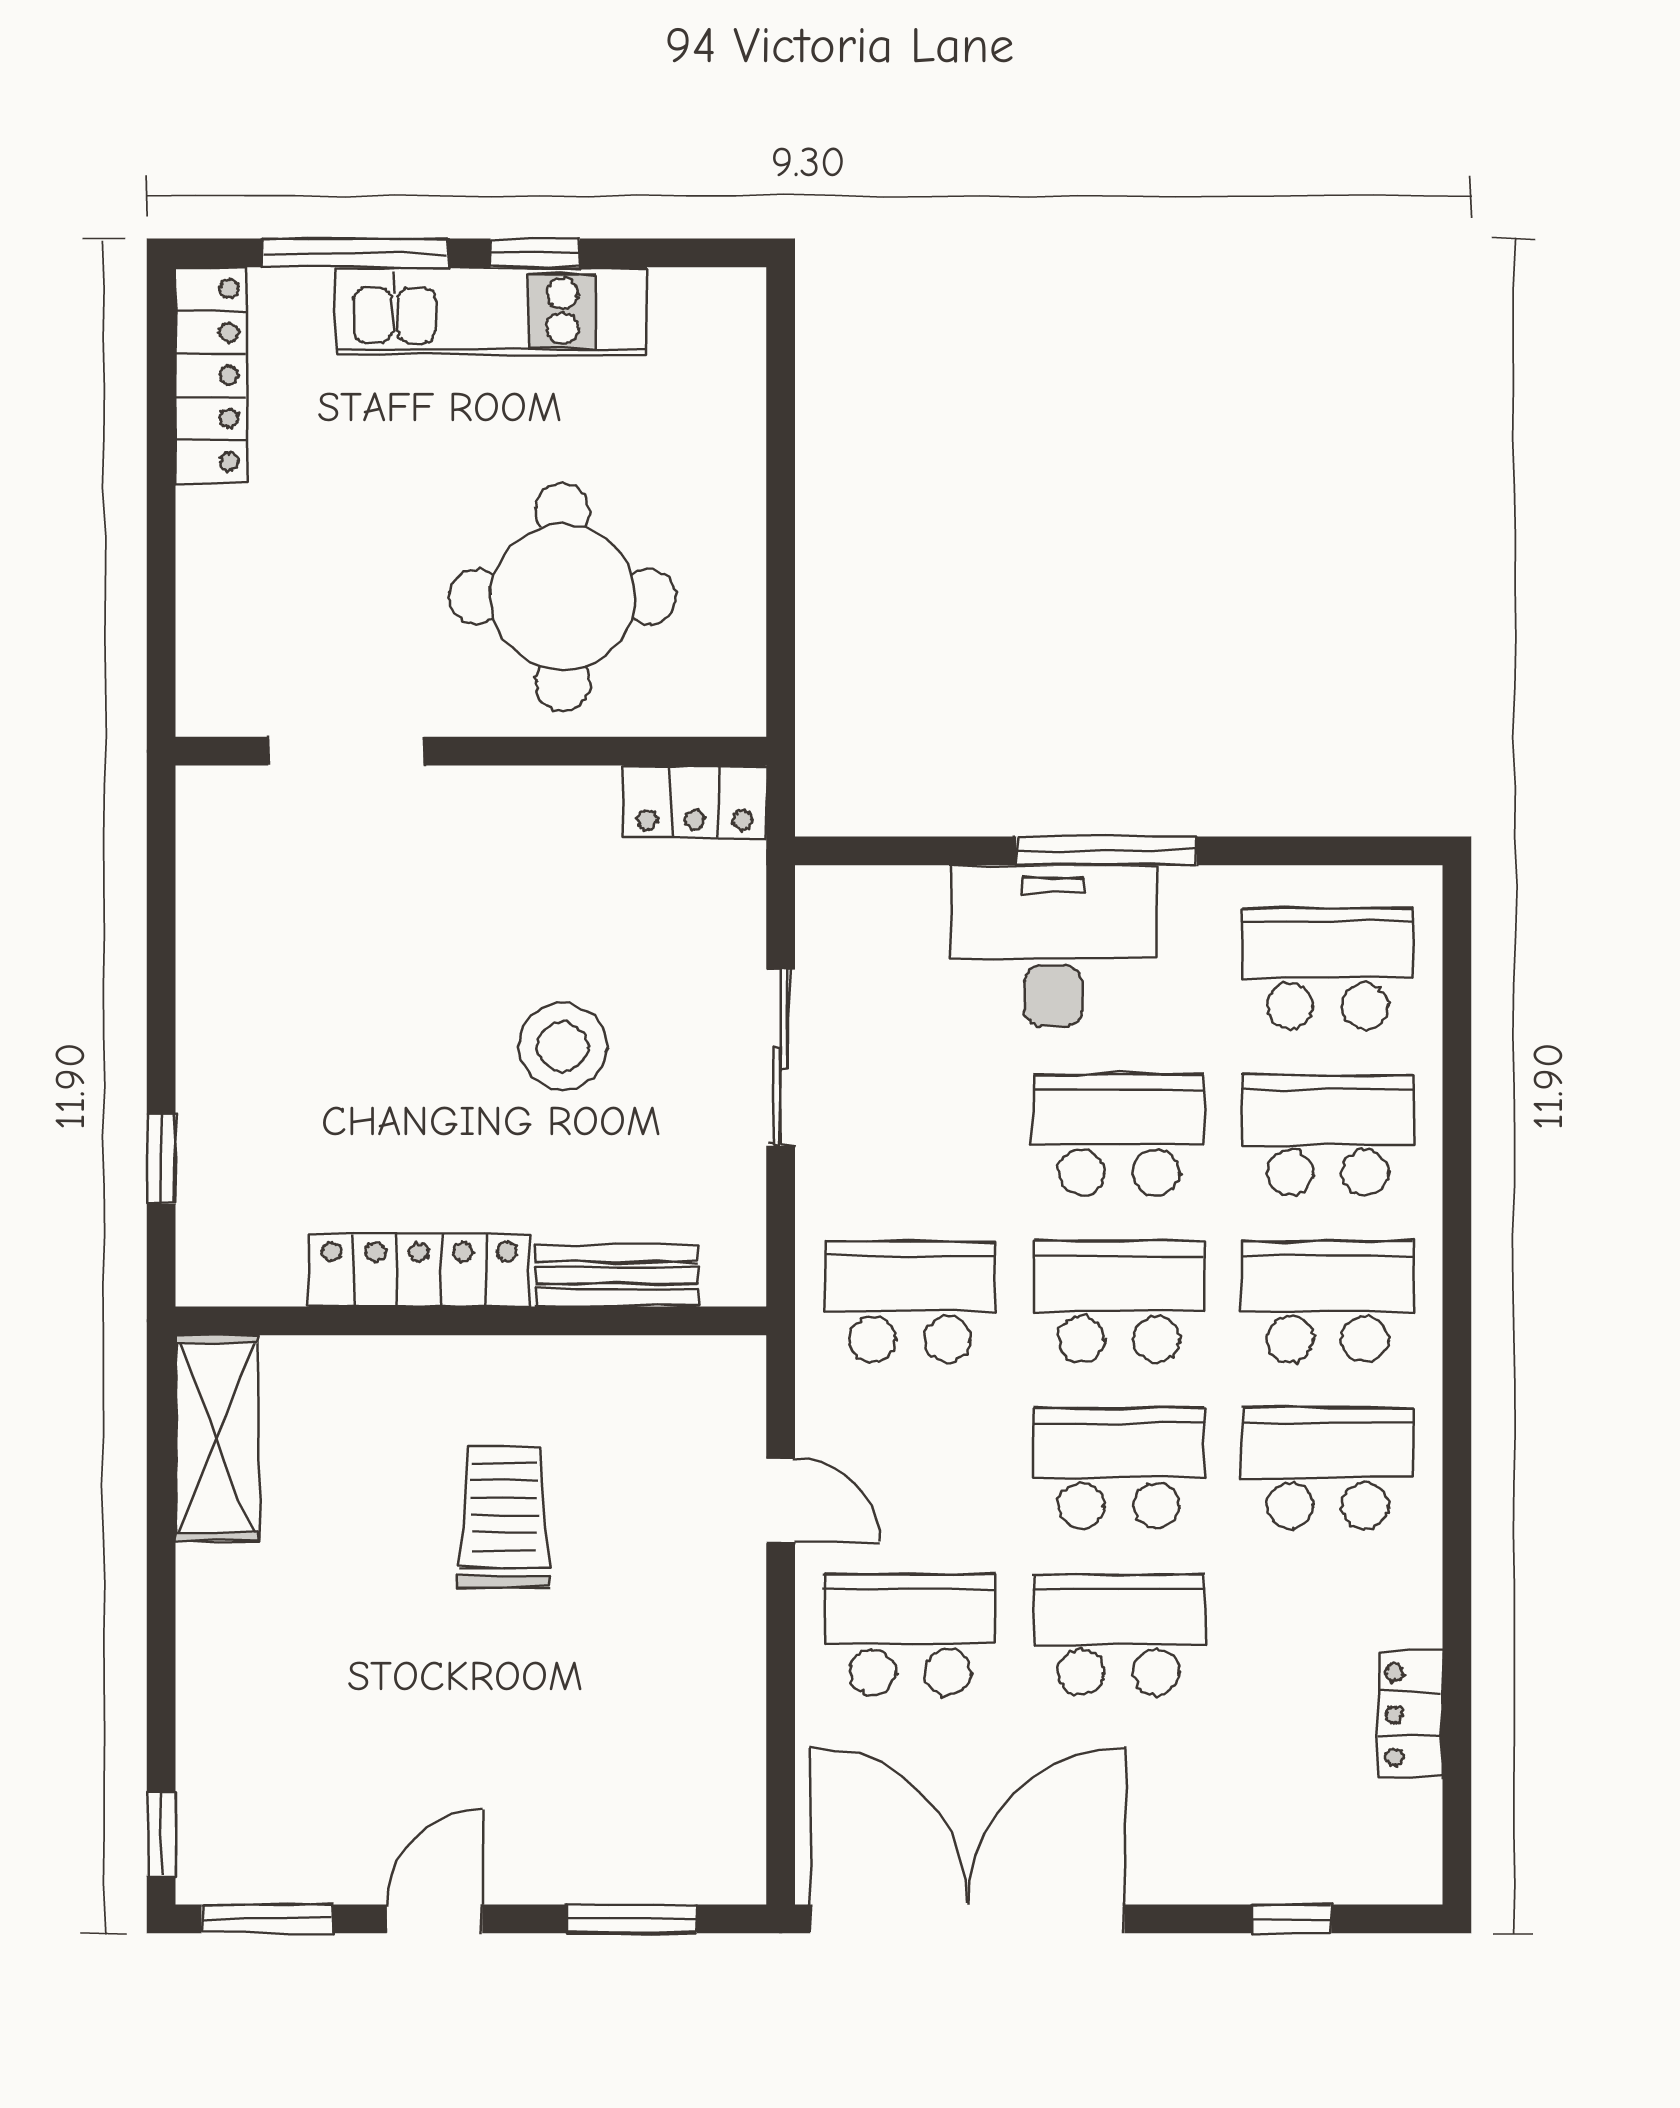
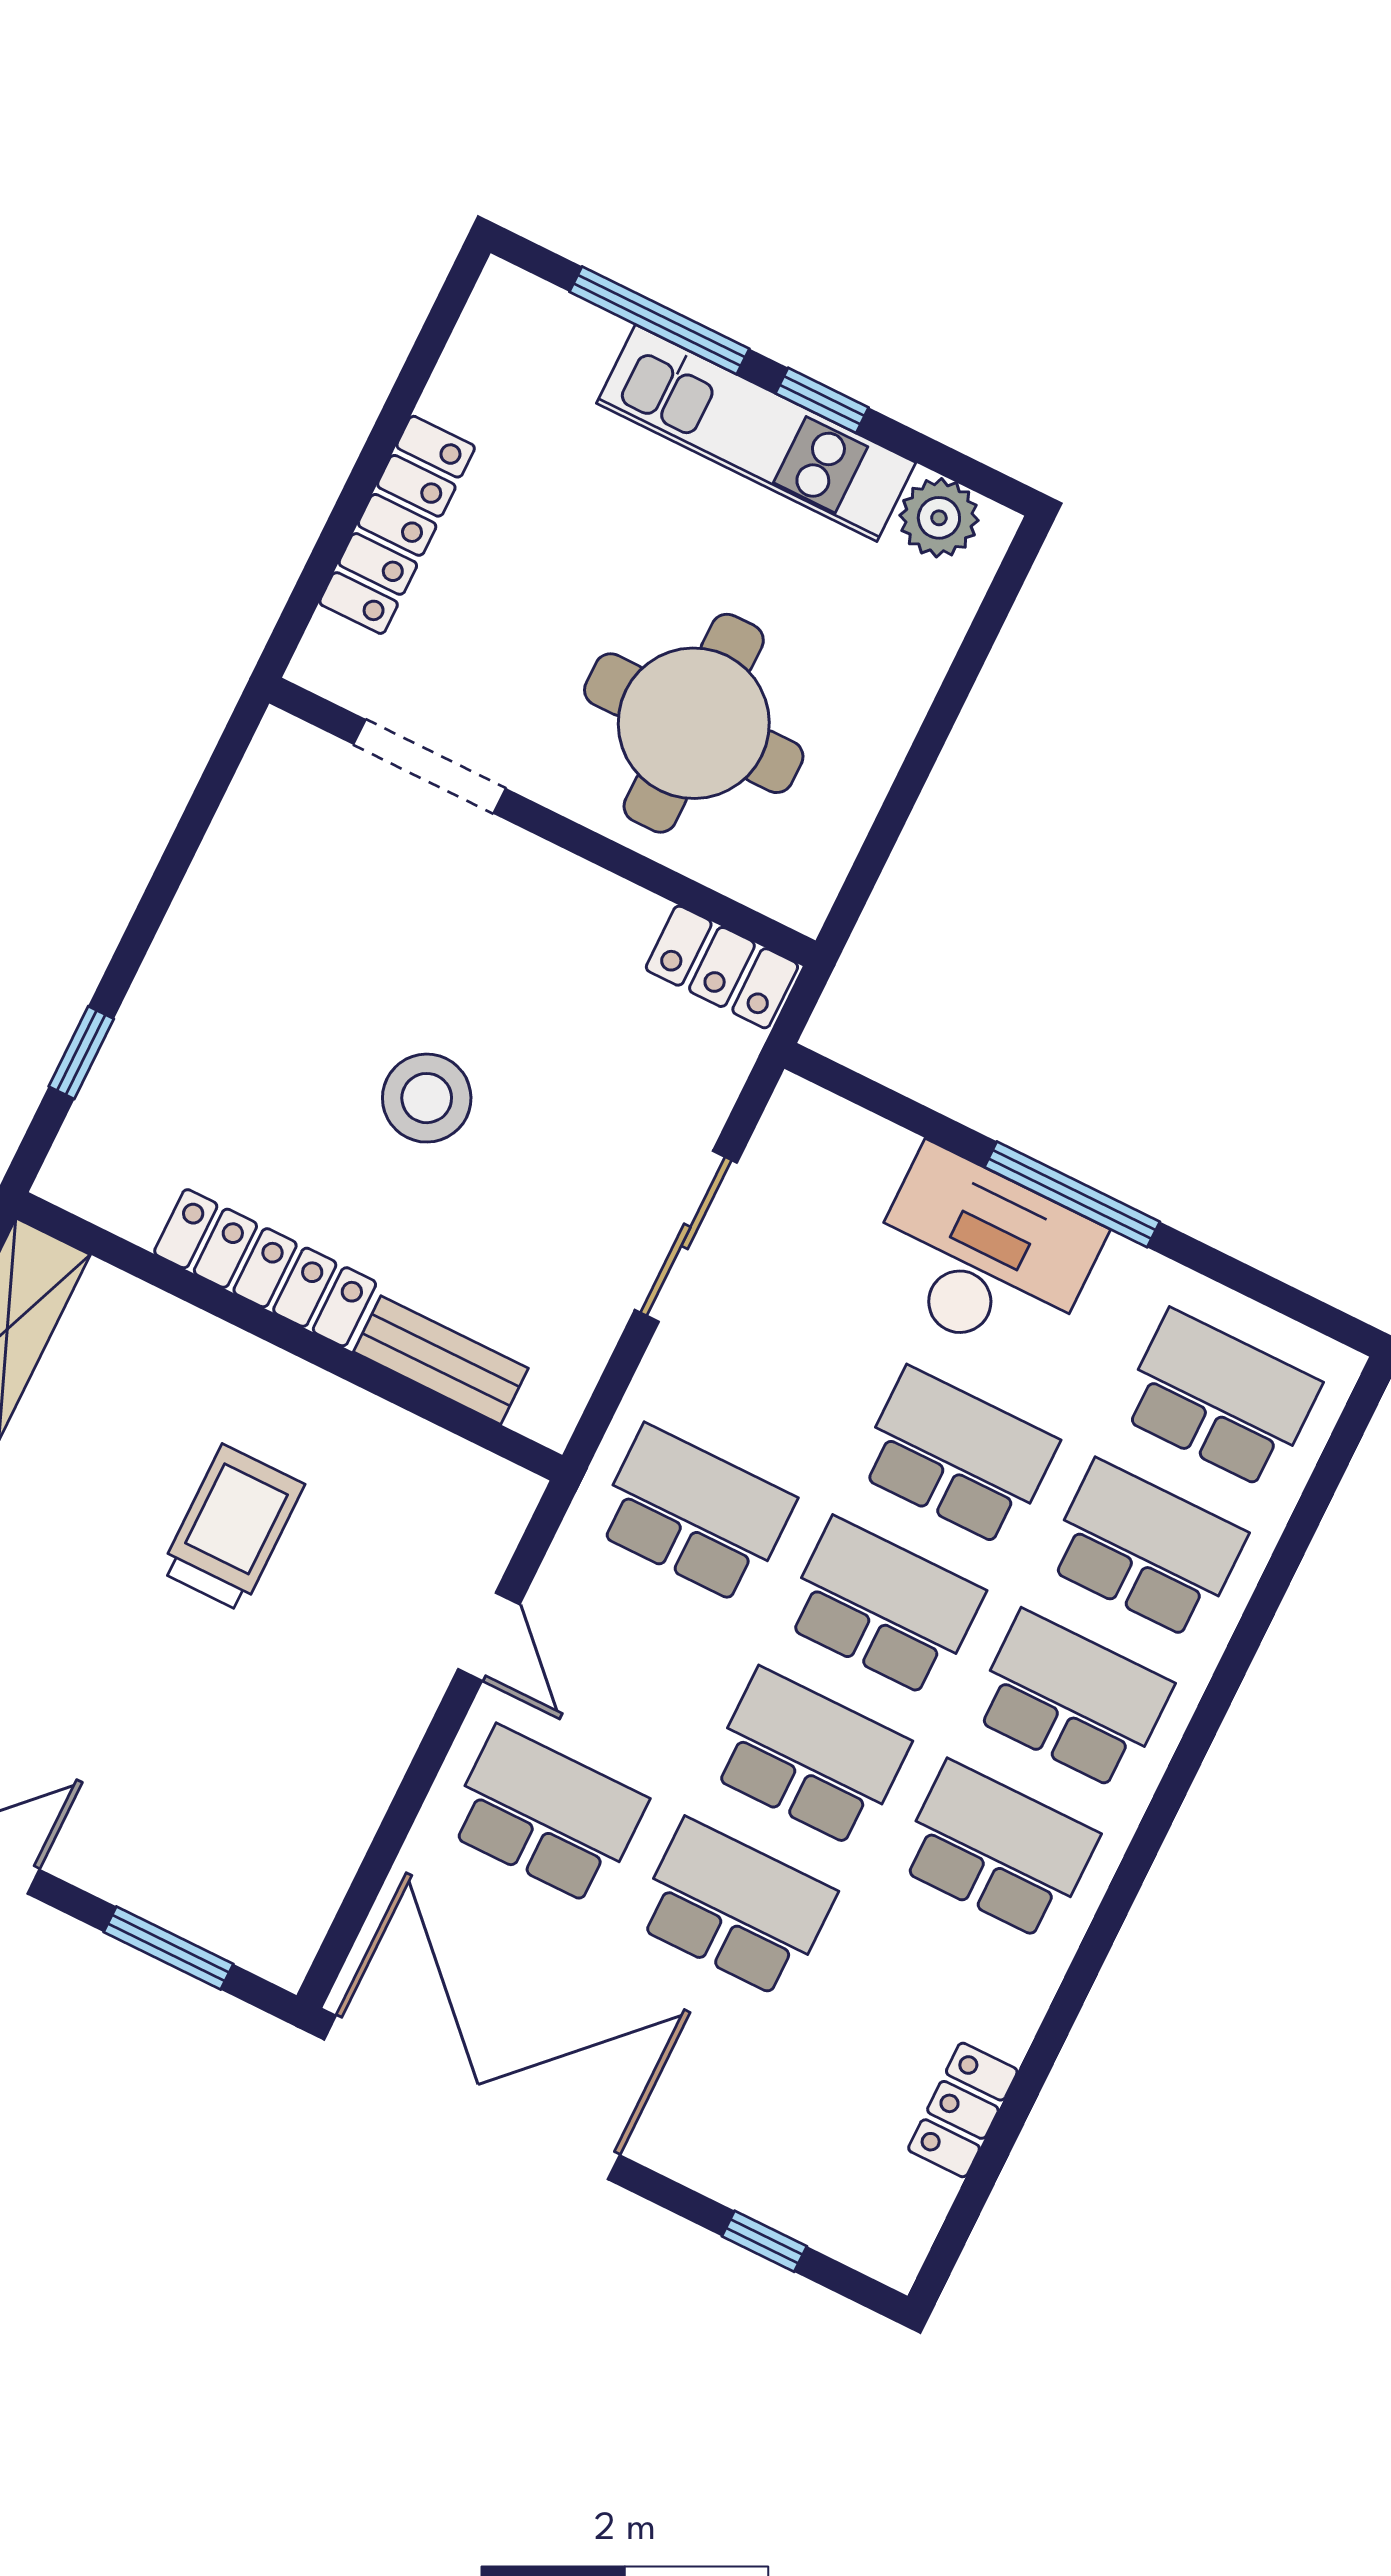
plant: (691, 306) -> (939, 518), added
locker: (211, 375) -> (397, 525), moved
stool: (563, 1046) -> (427, 1098), moved

